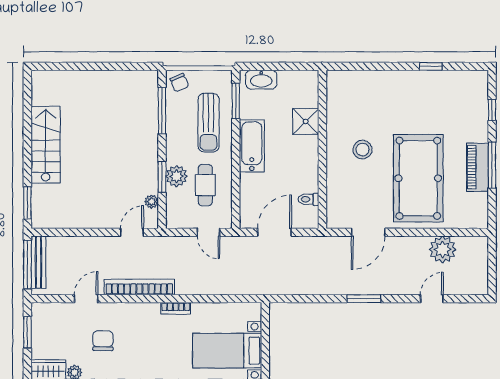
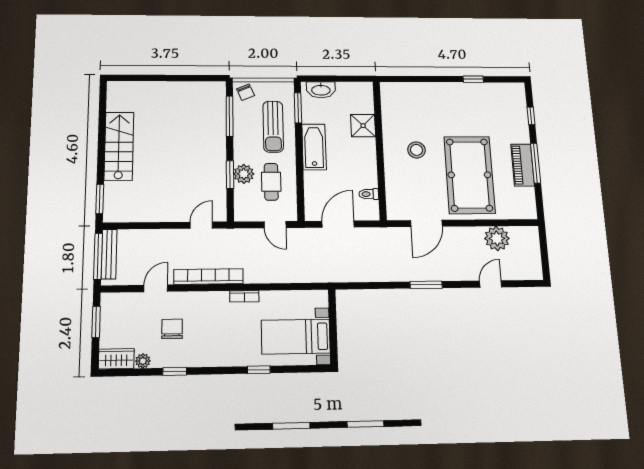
plant: (151, 202) -> (220, 197), removed

